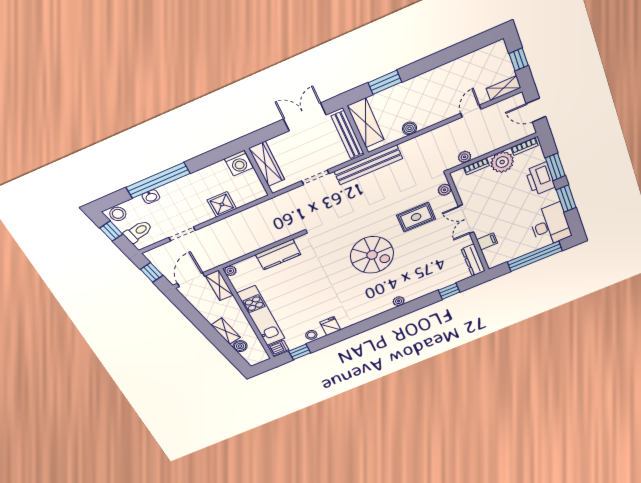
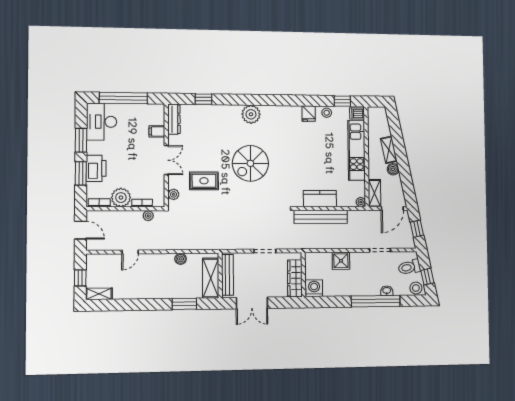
shelving: (504, 88) -> (99, 294), moved
bench: (368, 165) -> (321, 217), moved
spiral stairs: (372, 255) -> (250, 163), turned -90
plant: (399, 301) -> (251, 114), width x1.87, depth x1.87
boiler: (240, 346) -> (393, 169), moved

